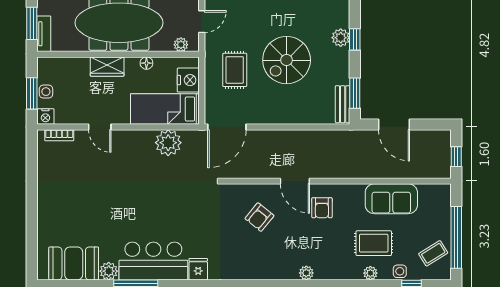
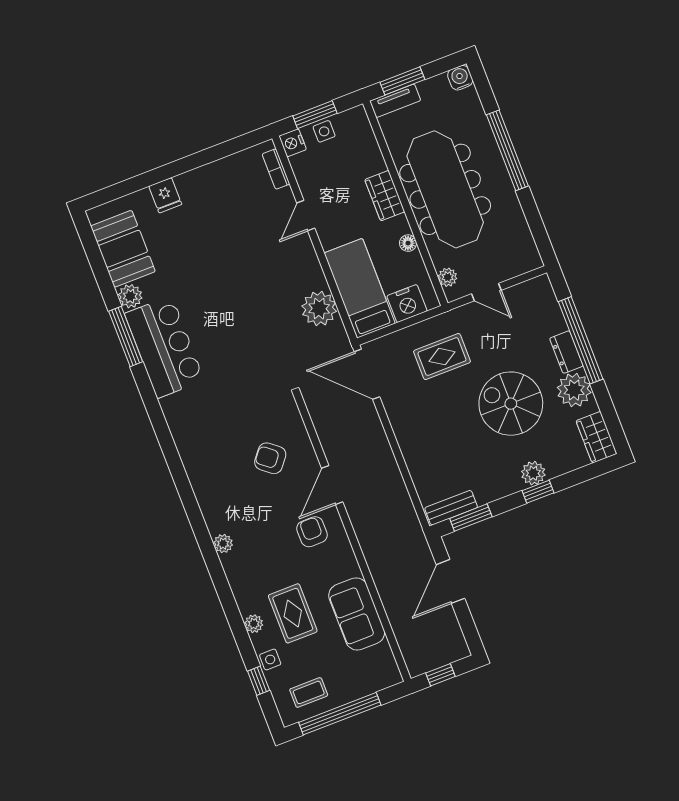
spiral stairs: (287, 60) -> (511, 404), moved
armchair: (322, 208) -> (312, 532), turned 90
coffee table: (433, 253) -> (309, 692), turned -58
fridge: (198, 269) -> (165, 195), moved, turned 90

